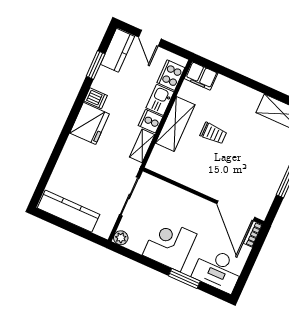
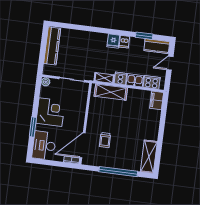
fridge: (90, 123) -> (113, 41), width x0.53, depth x0.75
shelving: (175, 124) -> (111, 92), moved
trolley: (213, 133) -> (105, 140), moved

